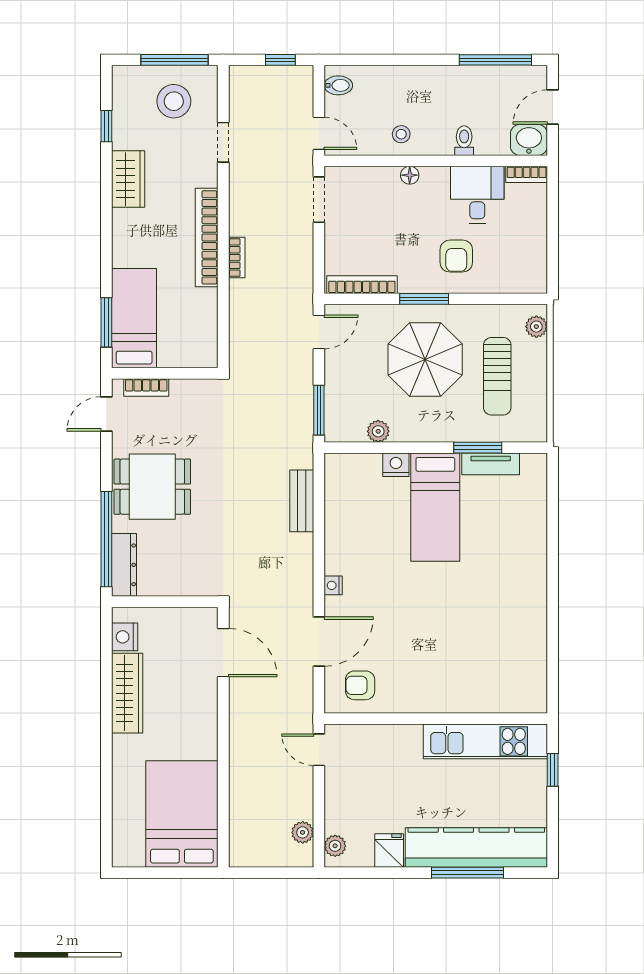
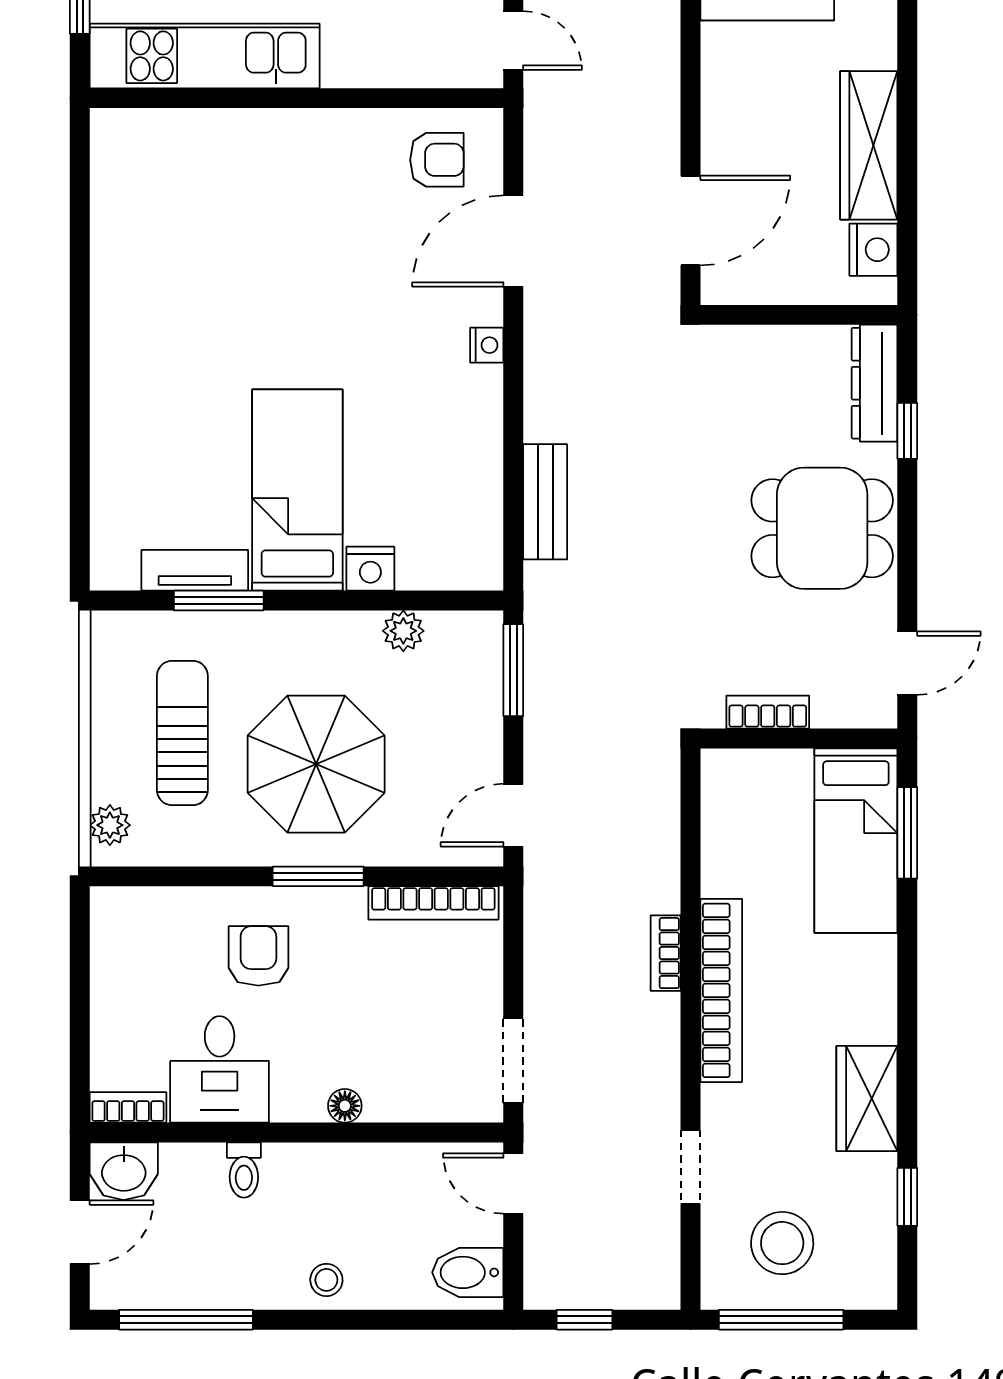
bidet: (338, 85) -> (468, 1272), width x1.38, depth x1.36
stool: (401, 134) -> (326, 1280), moved
bookcase: (146, 388) -> (768, 712), moved
window: (106, 539) -> (907, 431), width x0.32
door: (223, 653) -> (691, 221), swing flipped

